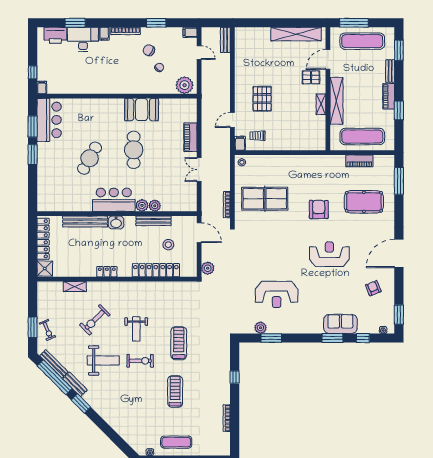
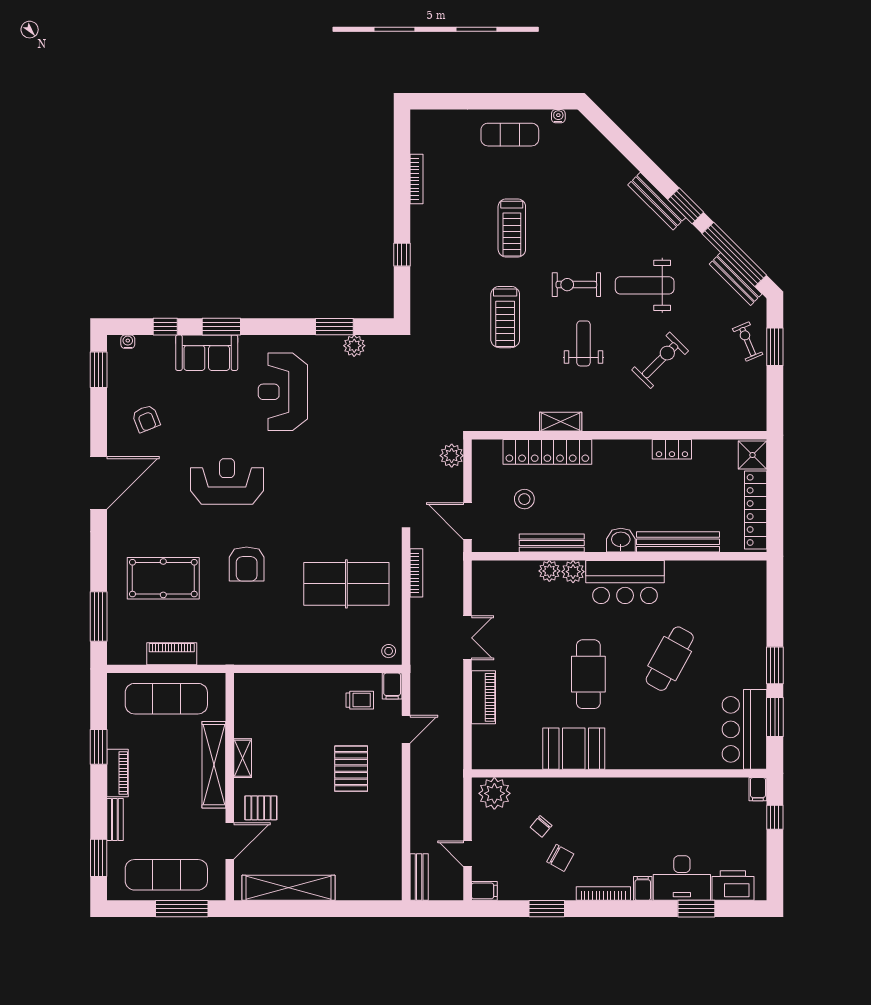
reception desk: (329, 254) -> (227, 481), turned 180
locker: (107, 272) -> (672, 449), moved
shelving: (75, 287) -> (561, 422), moved
reception desk: (277, 294) -> (283, 392), moved, turned -90
bench: (75, 384) -> (657, 201), moved, width x1.36

